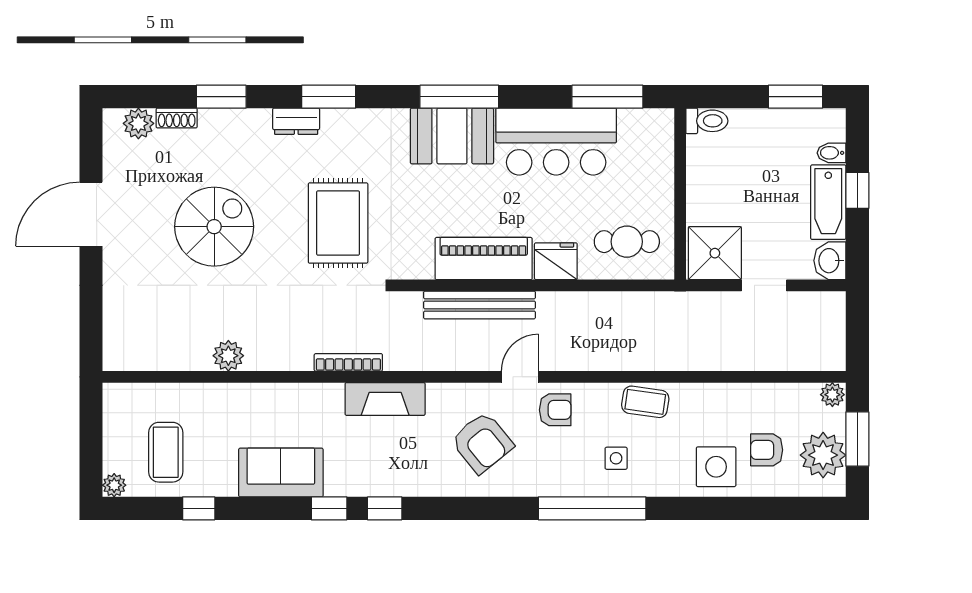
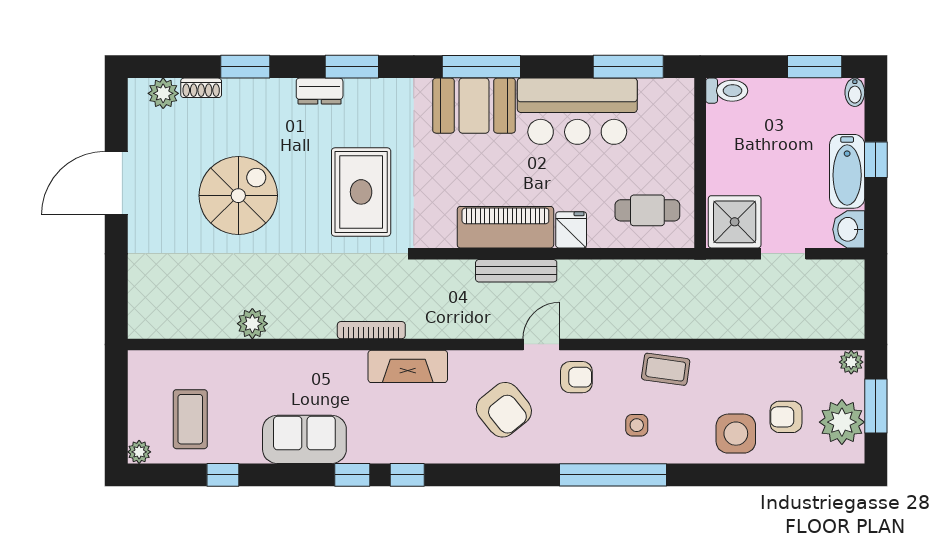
bidet: (831, 153) -> (855, 92), moved, turned -90
fridge: (556, 261) -> (571, 230), width x0.72
bench: (479, 305) -> (516, 271), width x0.73, depth x0.82

